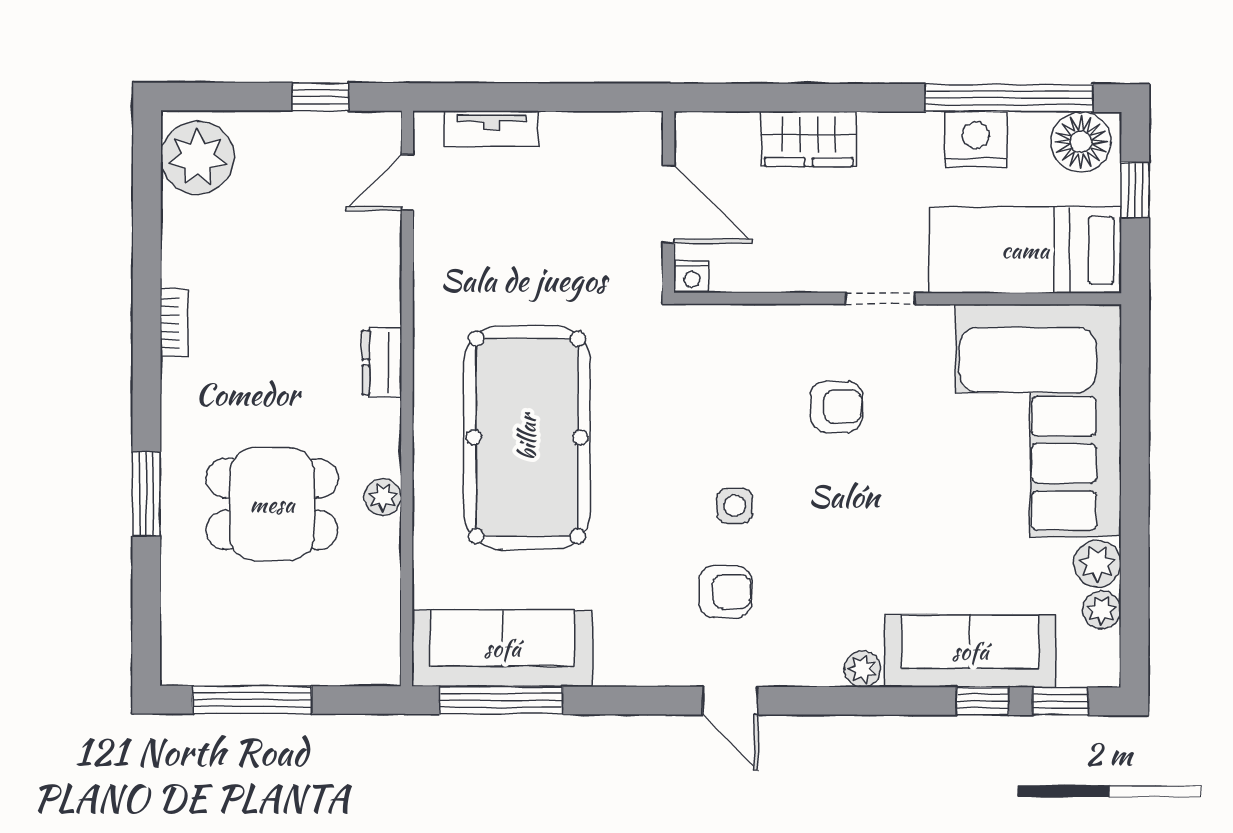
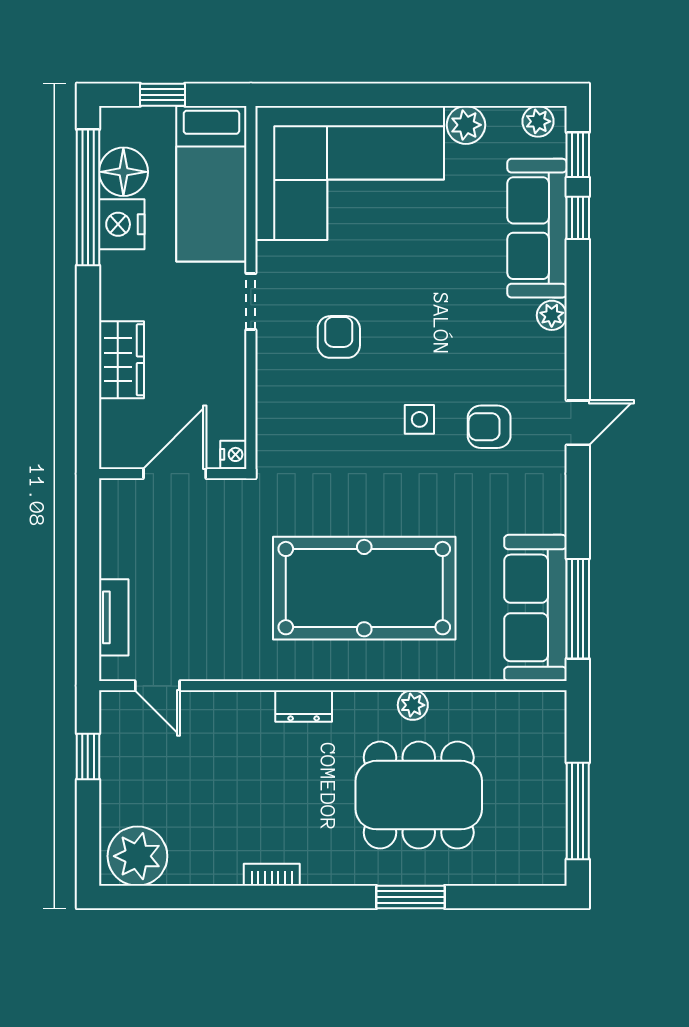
floor lamp: (1081, 142) -> (123, 172), moved
dining table: (272, 504) -> (419, 795), width x1.37
armchair: (726, 592) -> (489, 427), turned -90
plant: (1102, 610) -> (538, 121), moved

